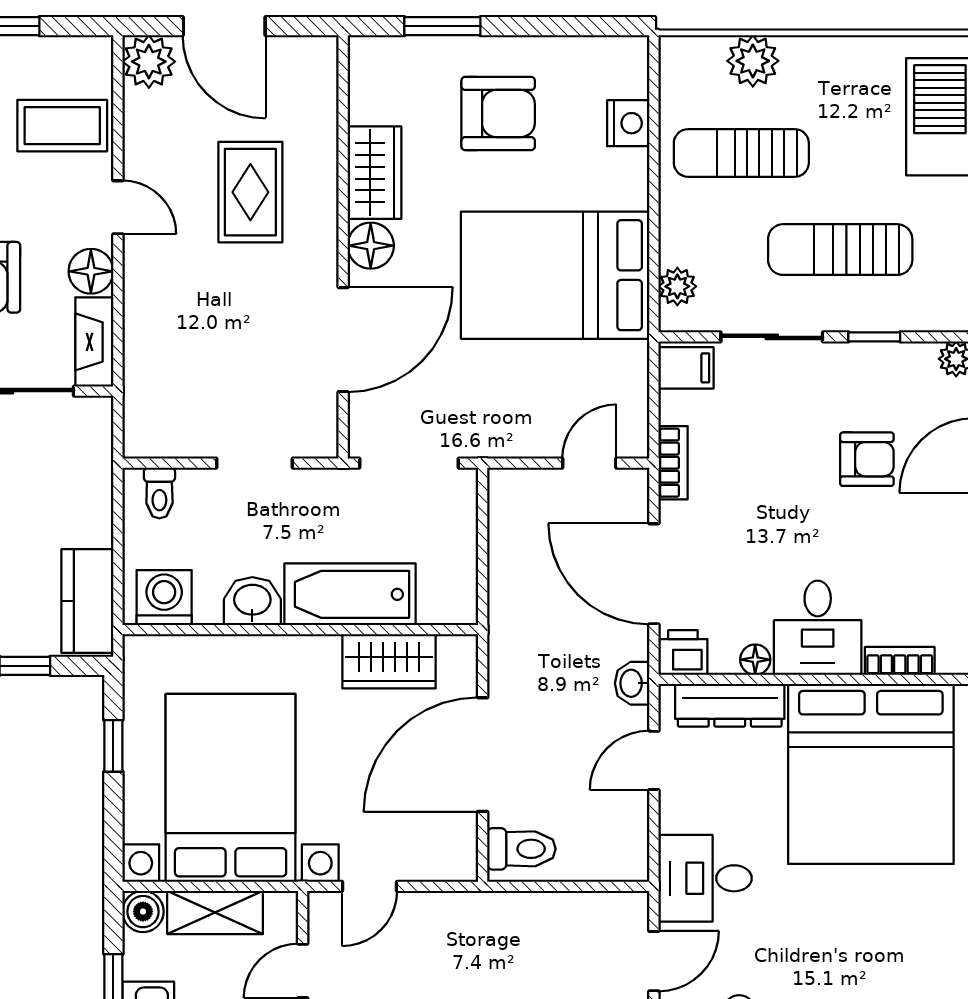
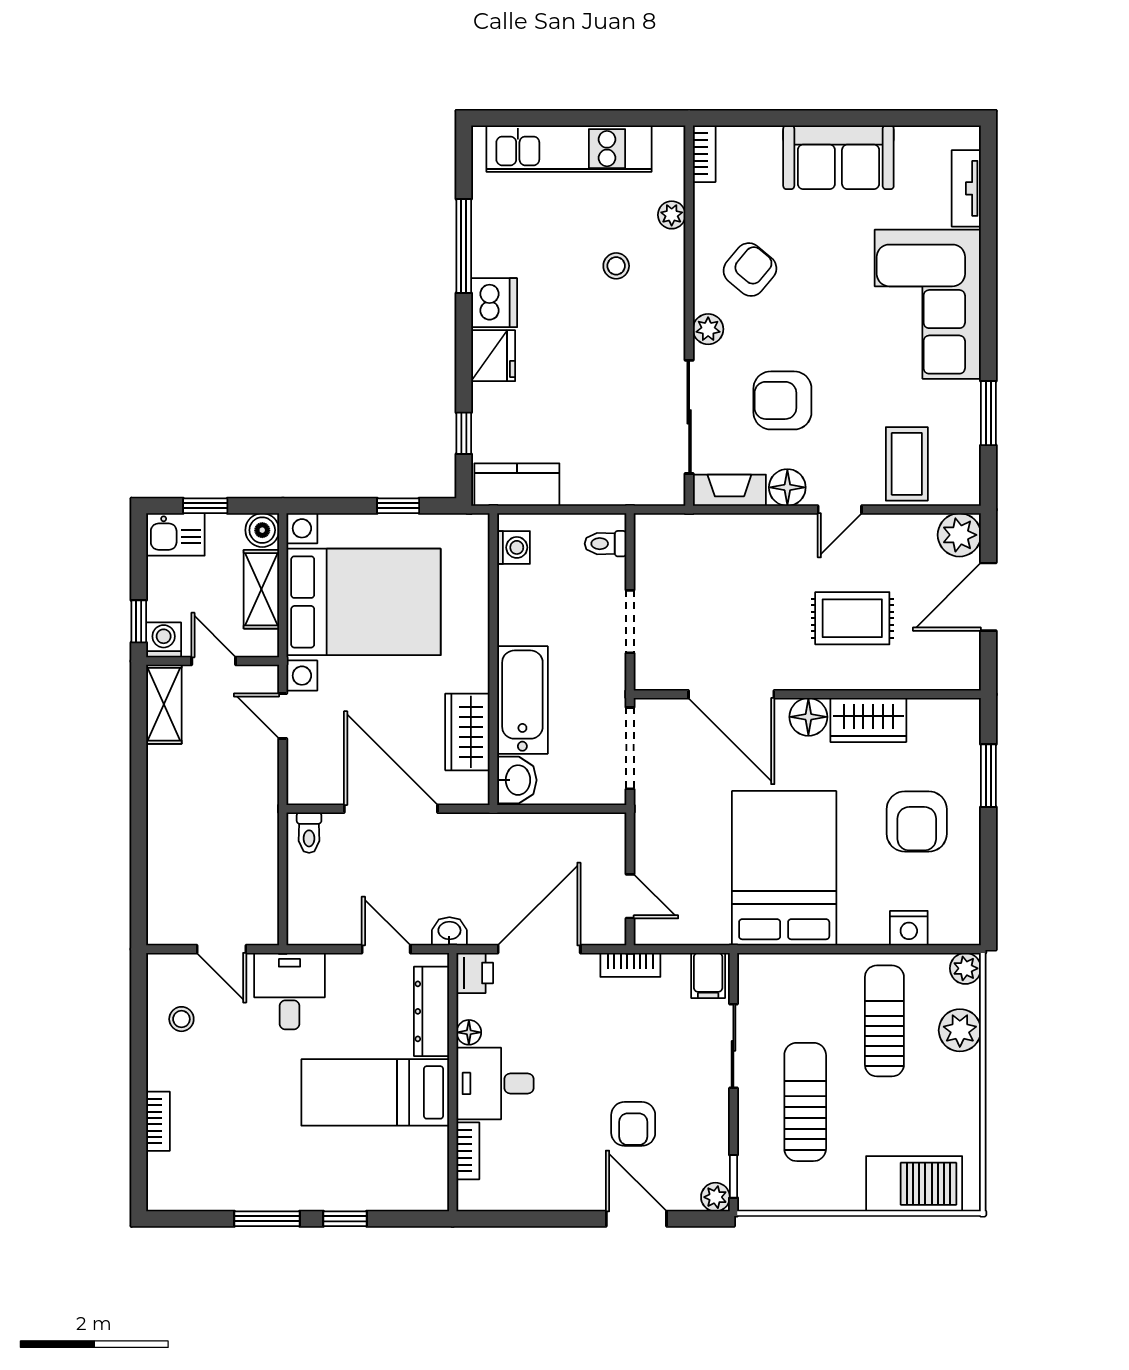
plant: (677, 286) -> (965, 968), moved
window: (874, 337) -> (733, 1176), moved
washing machine: (164, 598) -> (513, 547), width x0.73, depth x0.73
washbasin: (252, 601) -> (517, 780), moved
bed: (871, 774) -> (375, 1092), width x0.49
toilet: (521, 849) -> (309, 833), width x0.73, depth x0.72

